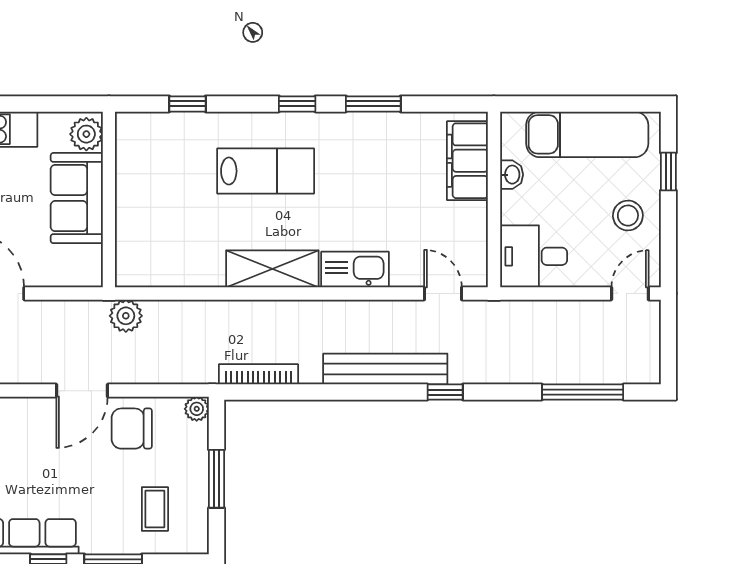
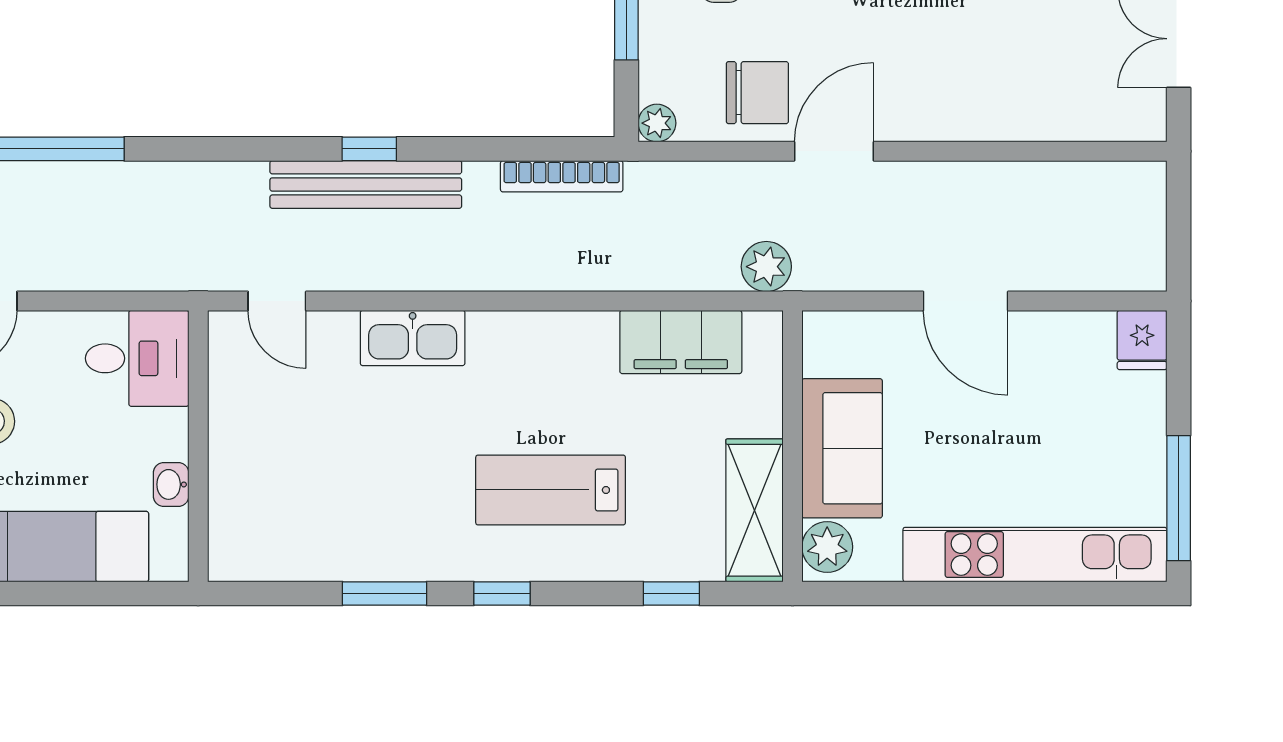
filing cabinet: (467, 161) -> (681, 342), moved, turned 90
shelving: (272, 269) -> (755, 510), moved, turned 90
window: (445, 392) -> (369, 149), moved

